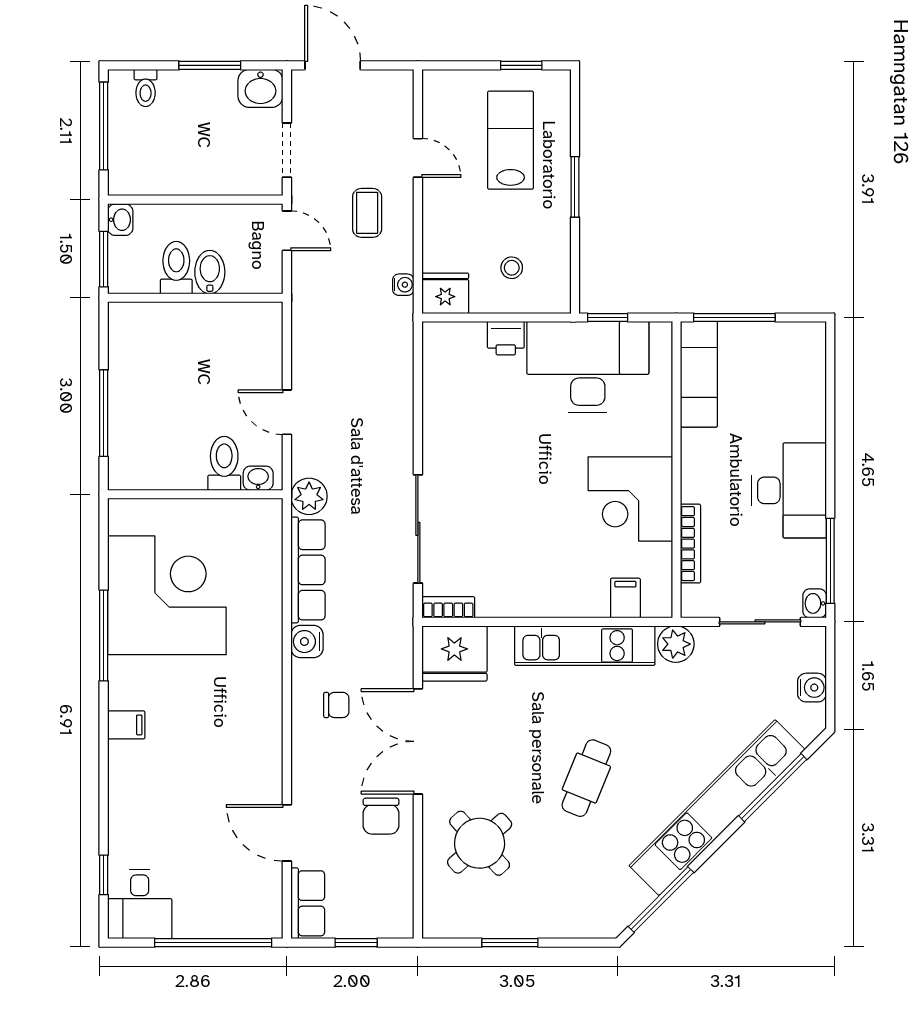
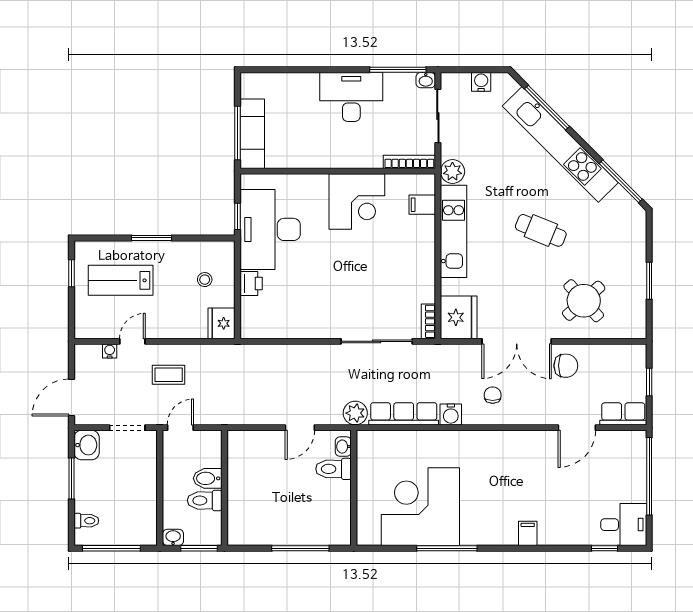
water cooler: (403, 285) -> (110, 351), moved
exam couch: (699, 374) -> (252, 134), moved, turned 90
bookcase: (690, 544) -> (409, 162), moved
filing cabinet: (126, 725) -> (528, 533), moved

